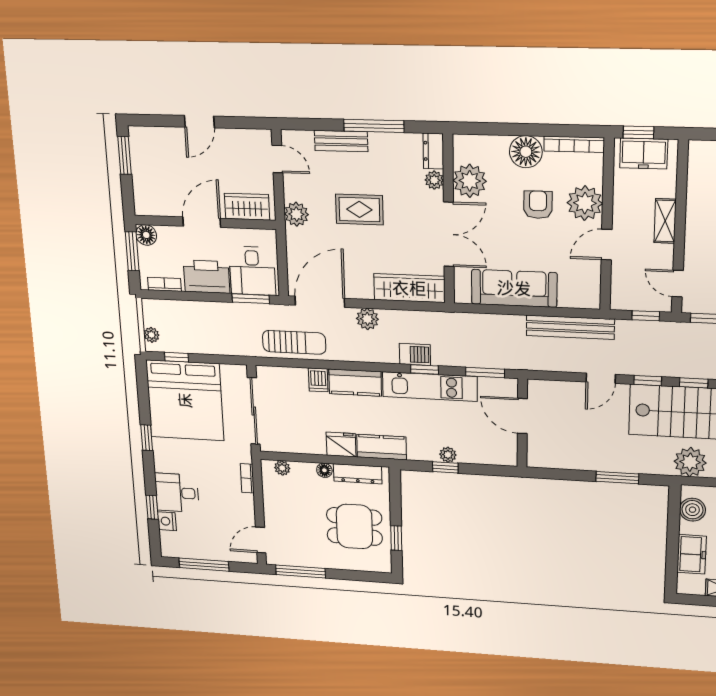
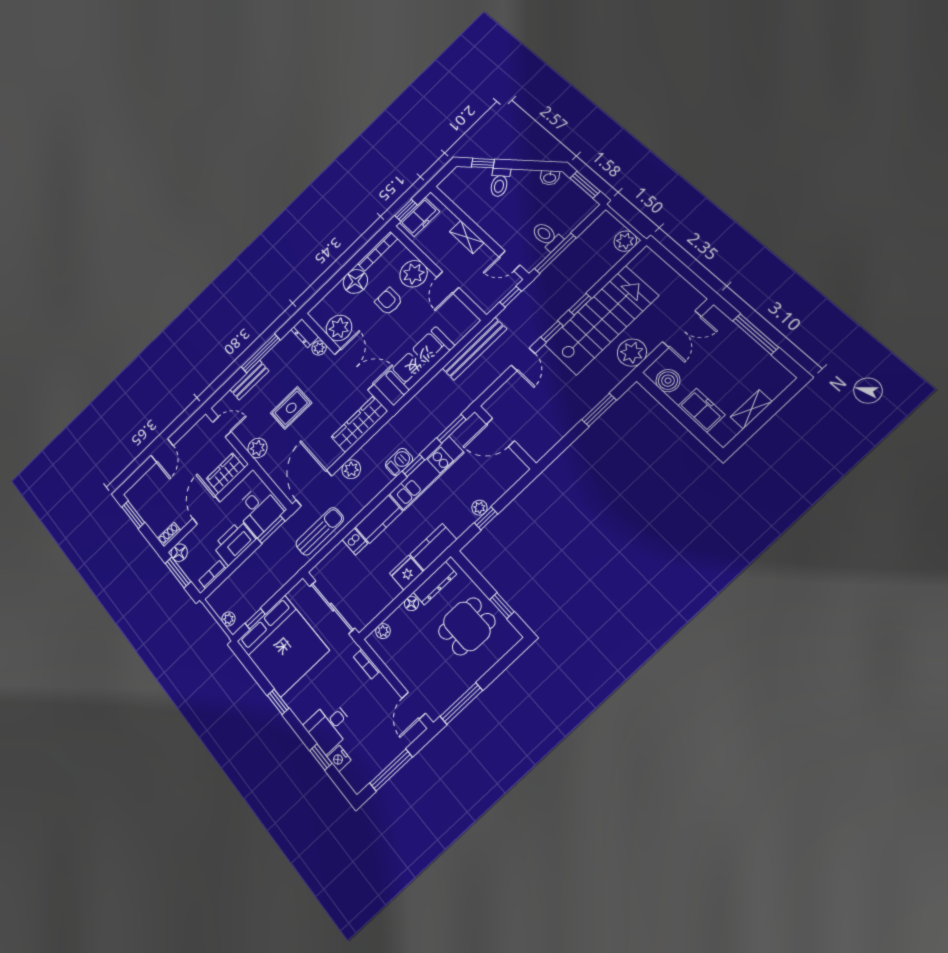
shoe rack: (148, 209) -> (169, 535), added

